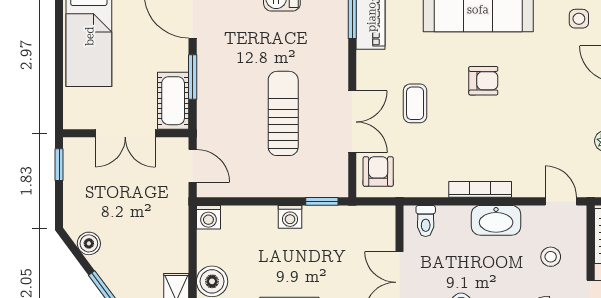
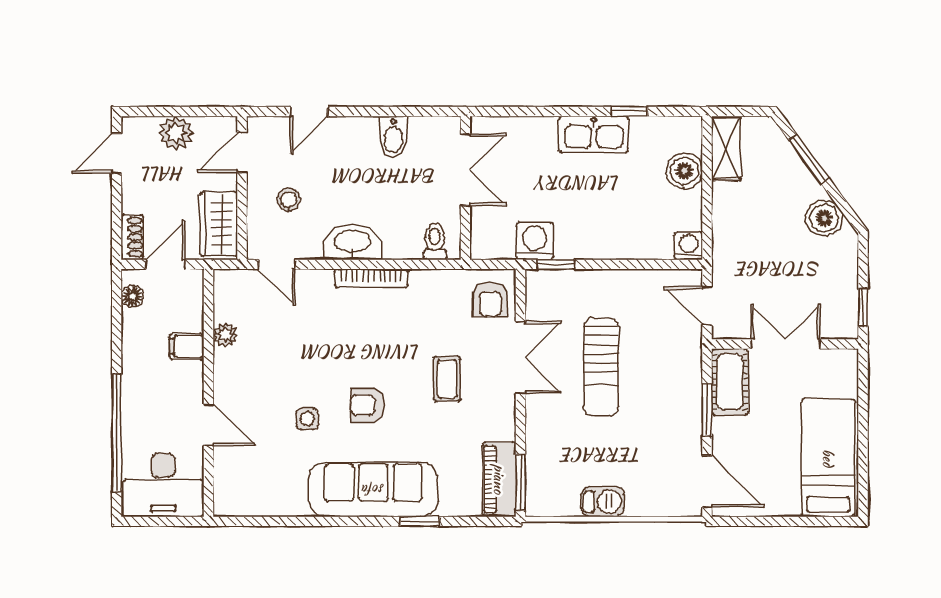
side table: (579, 19) -> (307, 419), moved
double door: (352, 122) -> (520, 357), swing flipped
washing machine: (290, 217) -> (535, 241), moved, width x1.38, depth x1.38
boiler: (89, 243) -> (824, 218), width x1.36, depth x1.36

